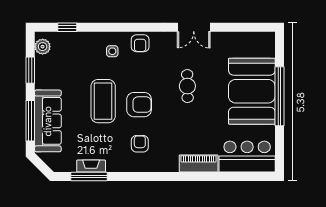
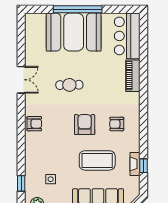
side table: (112, 51) -> (51, 179), moved
coffee table: (103, 101) -> (97, 160), moved
window: (89, 177) -> (144, 166), width x0.46

